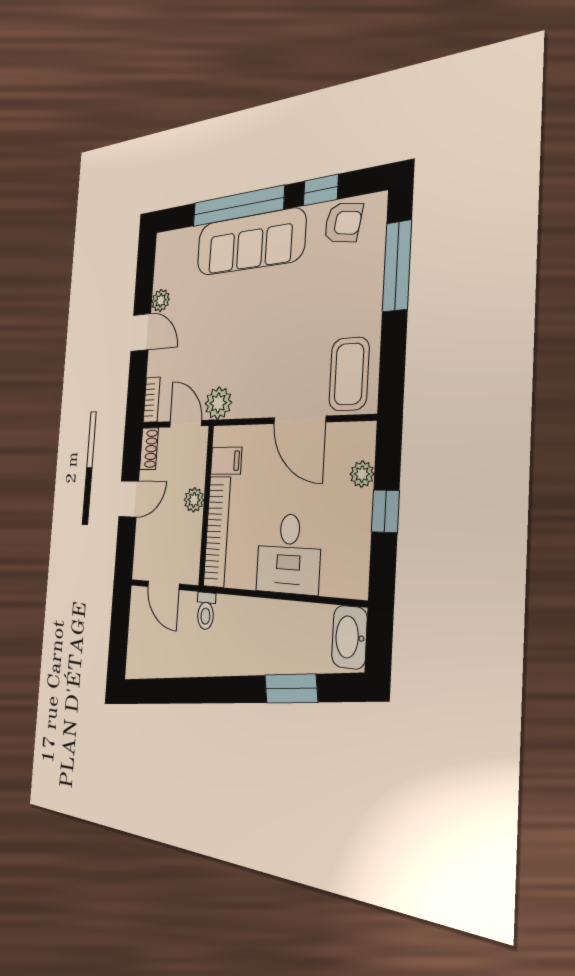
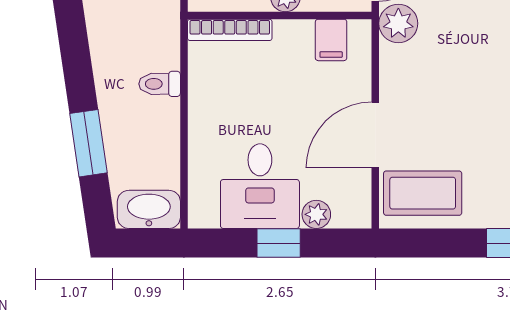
bookcase: (217, 531) -> (230, 30), width x0.68, depth x0.76
desk: (289, 554) -> (260, 186), moved, turned -90
toilet: (206, 611) -> (160, 84), moved

